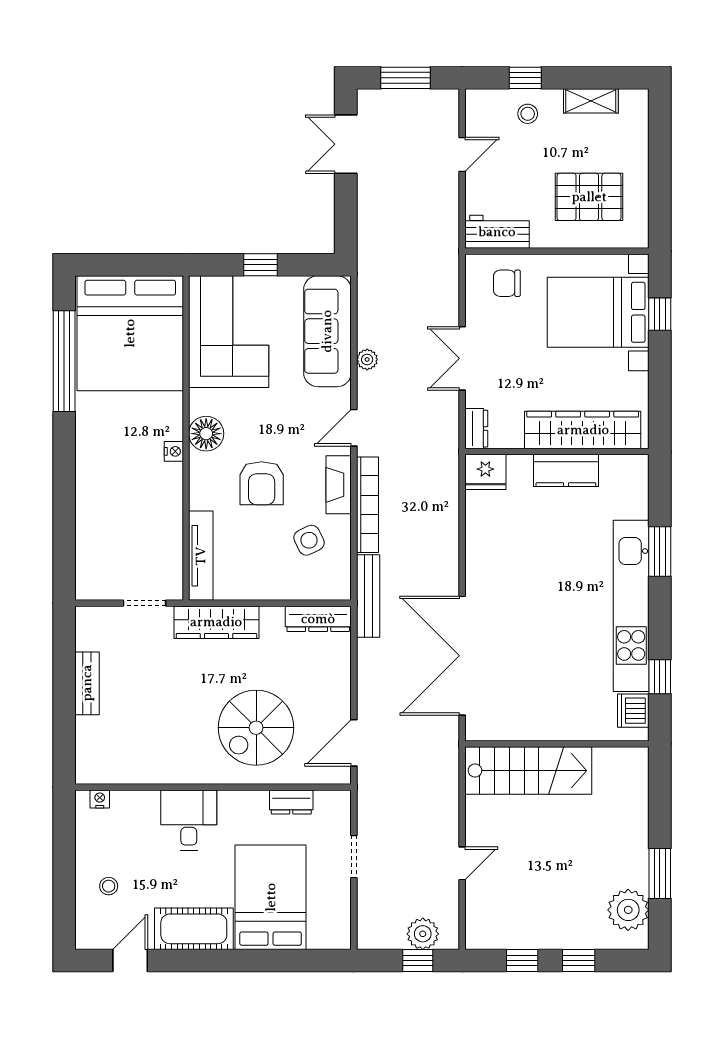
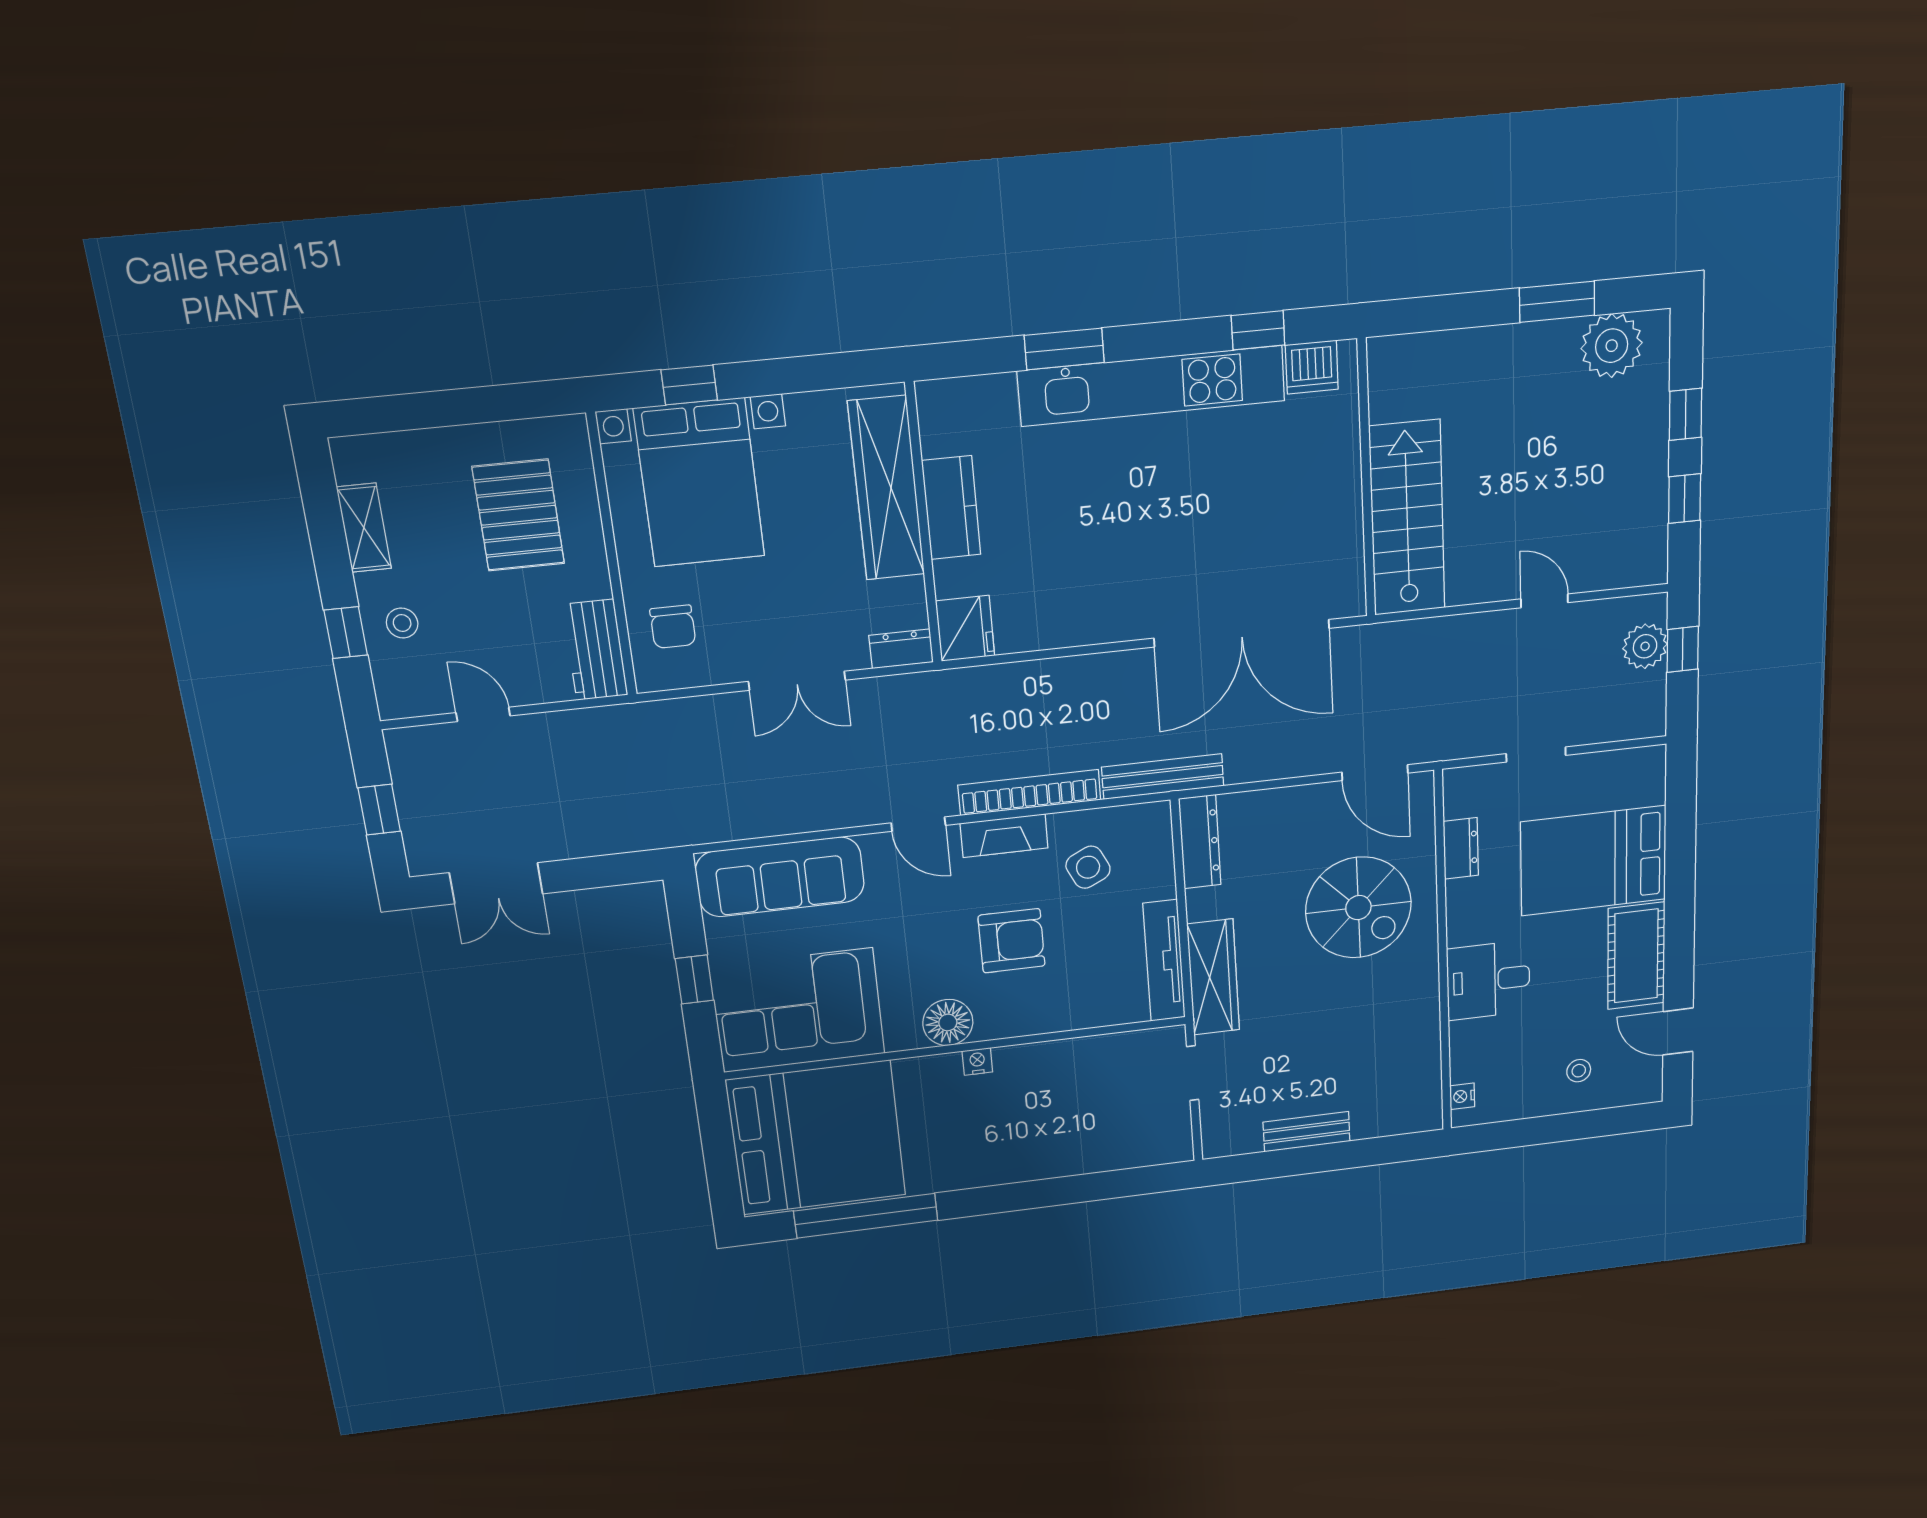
window: (406, 78) -> (379, 810), width x0.67
plant: (367, 360) -> (815, 817), removed
tv unit: (201, 556) -> (1164, 961), moved, turned -90

